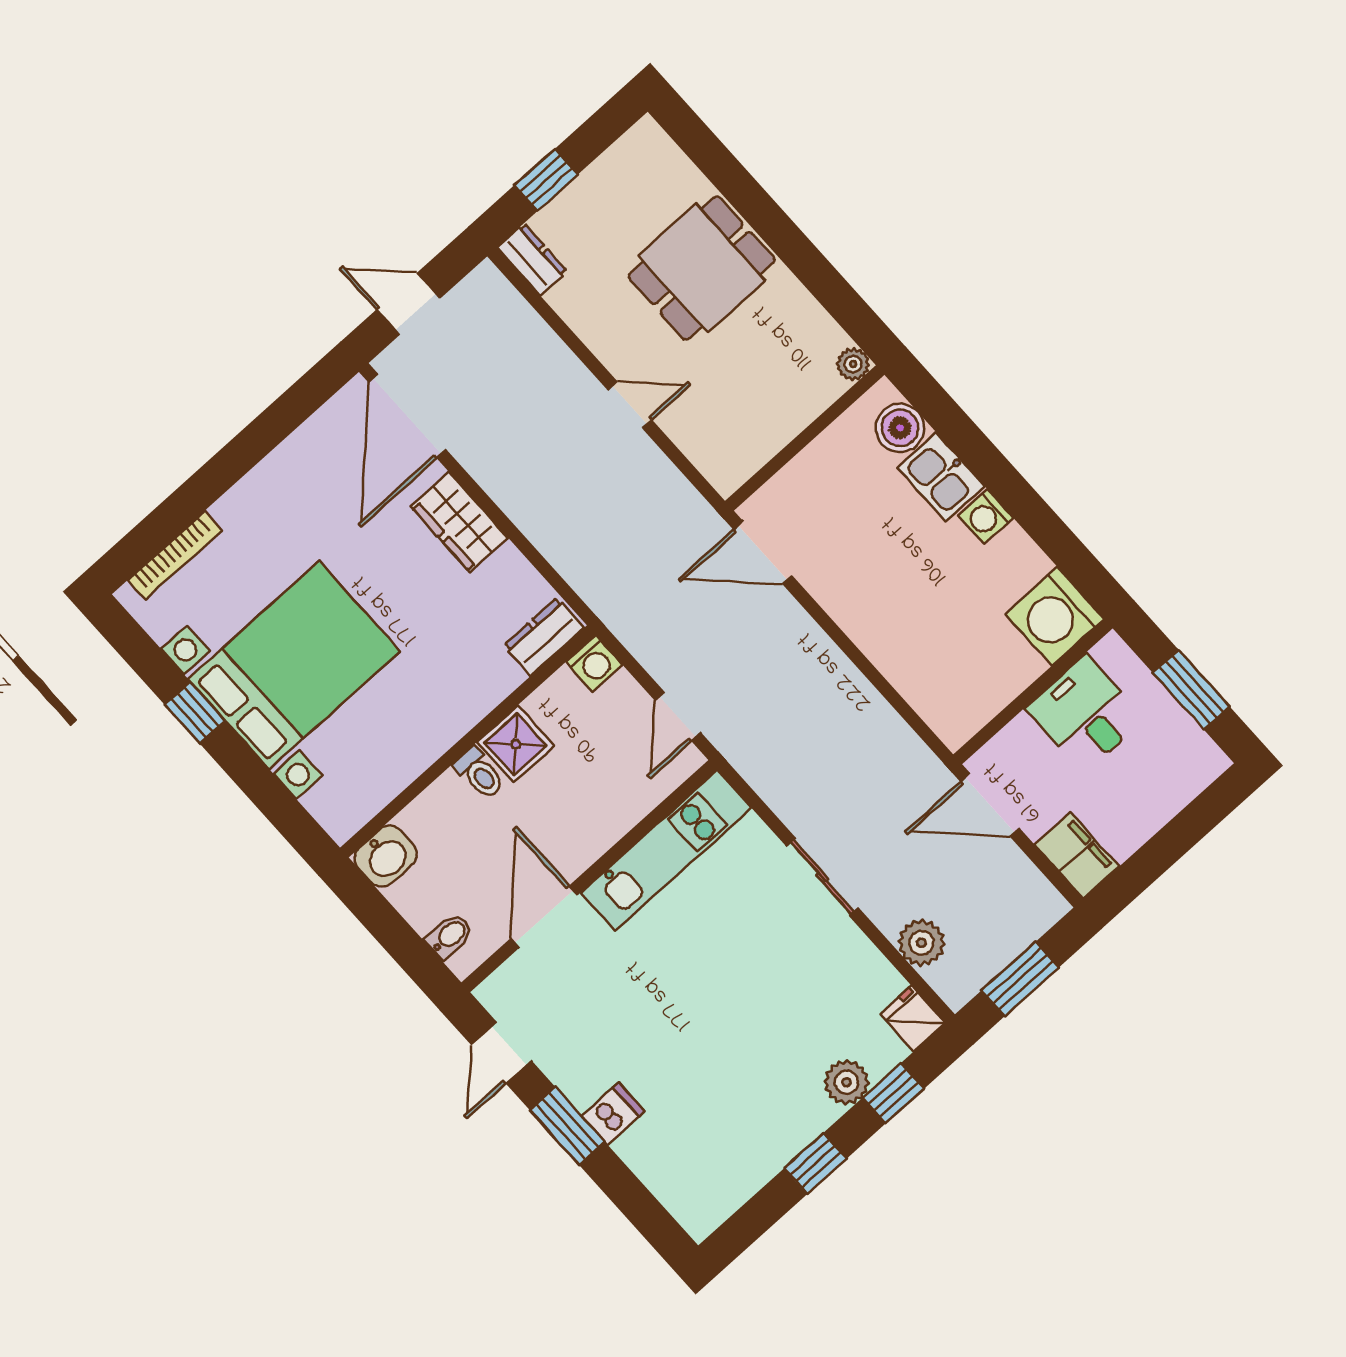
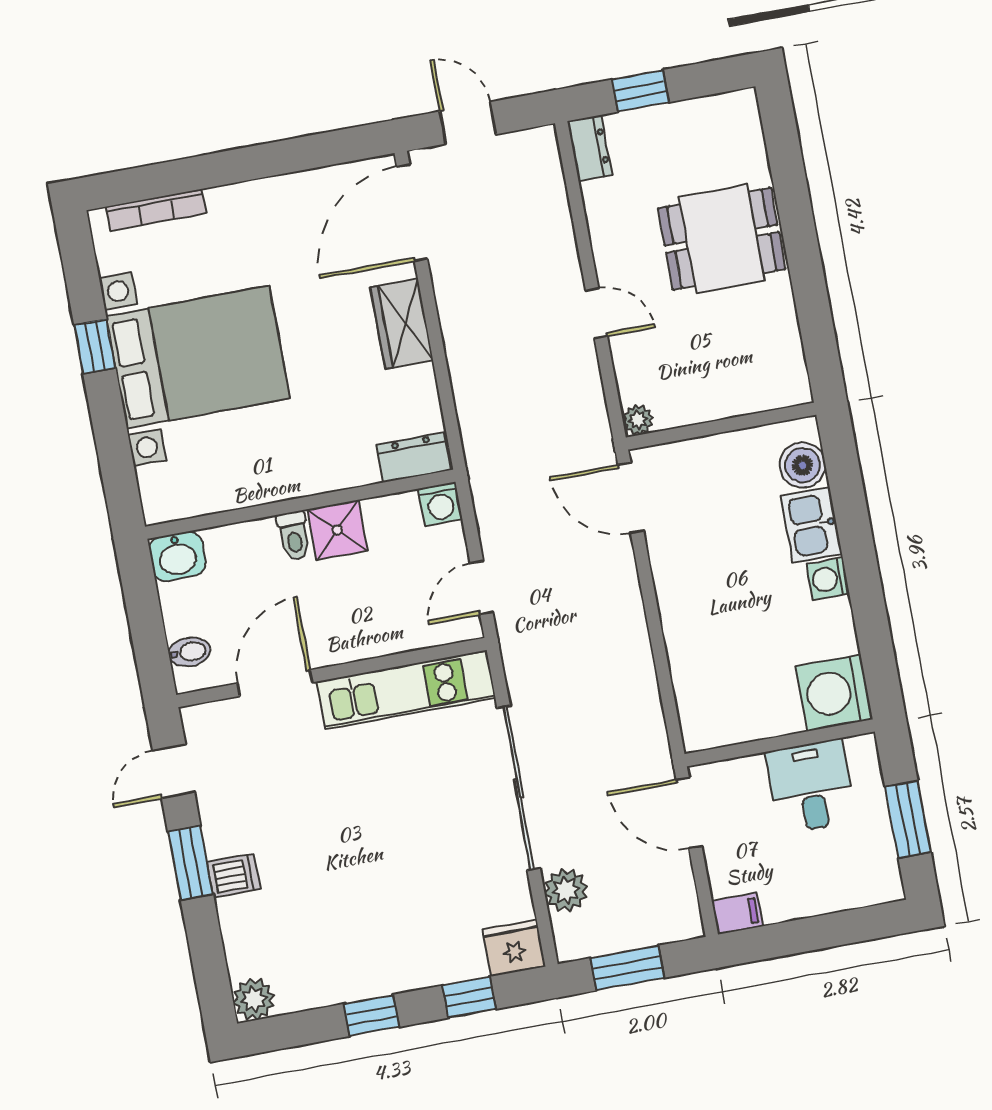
plant: (853, 364) -> (638, 420), moved
filing cabinet: (1077, 855) -> (737, 913), width x0.50
sliding door: (822, 877) -> (519, 788), width x1.86
fridge: (913, 1019) -> (514, 948), width x1.38
plant: (847, 1082) -> (254, 999), moved

